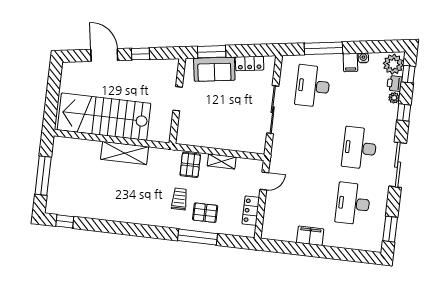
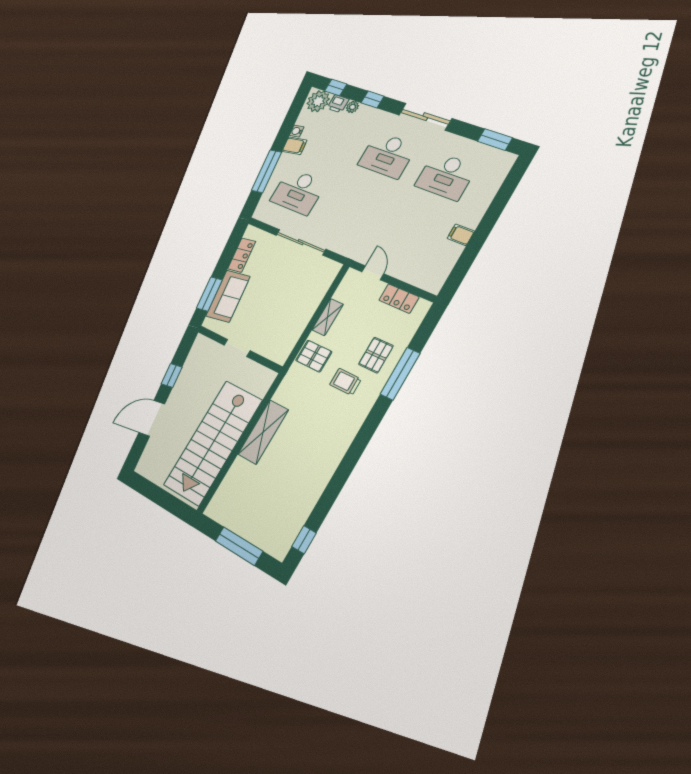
filing cabinet: (310, 236) -> (461, 235), width x0.50

